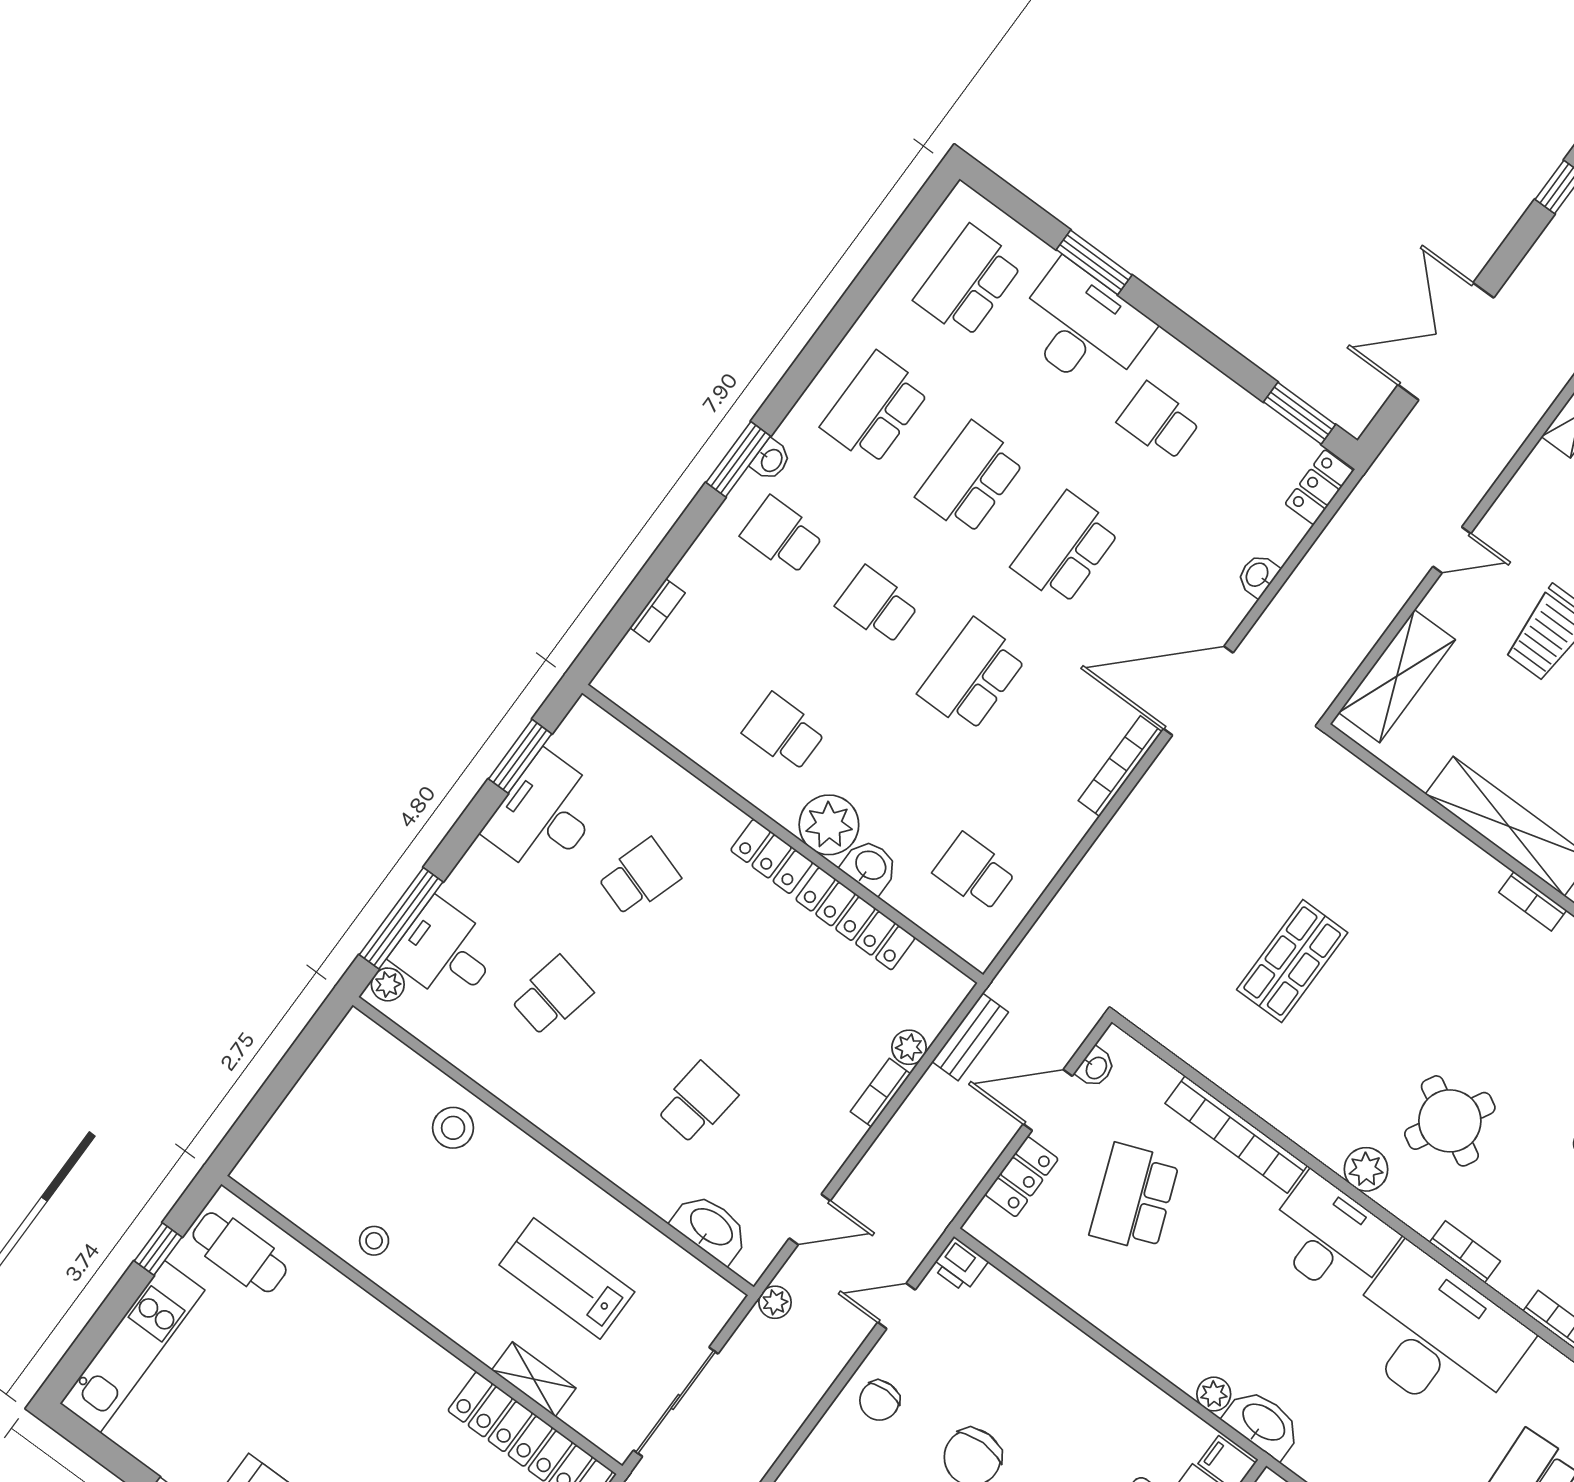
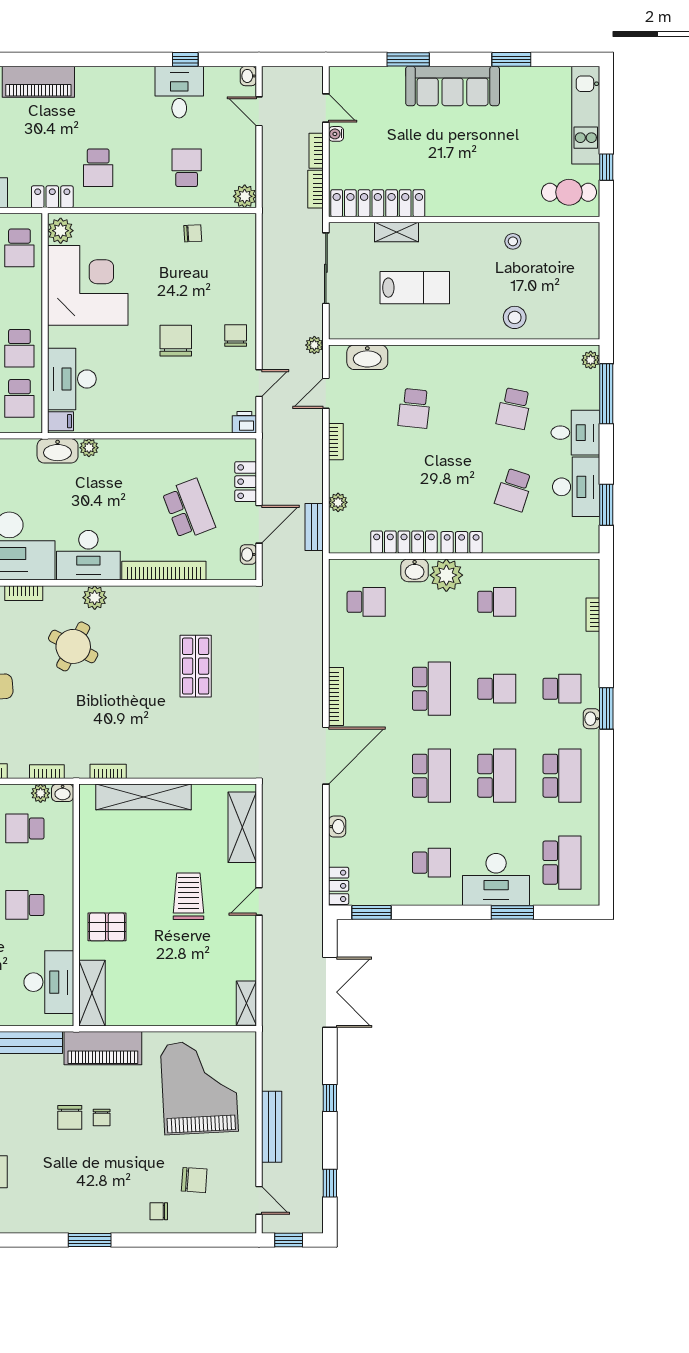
desk: (446, 952) -> (575, 433), moved
bookcase: (881, 1093) -> (336, 442), moved

